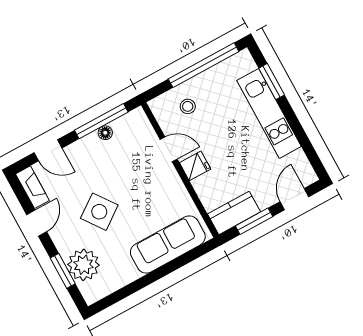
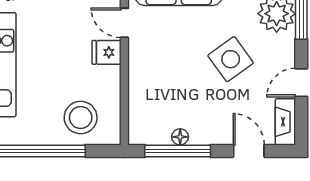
stool: (188, 106) -> (81, 117), width x1.89, depth x1.89
door: (169, 149) -> (124, 23), moved

